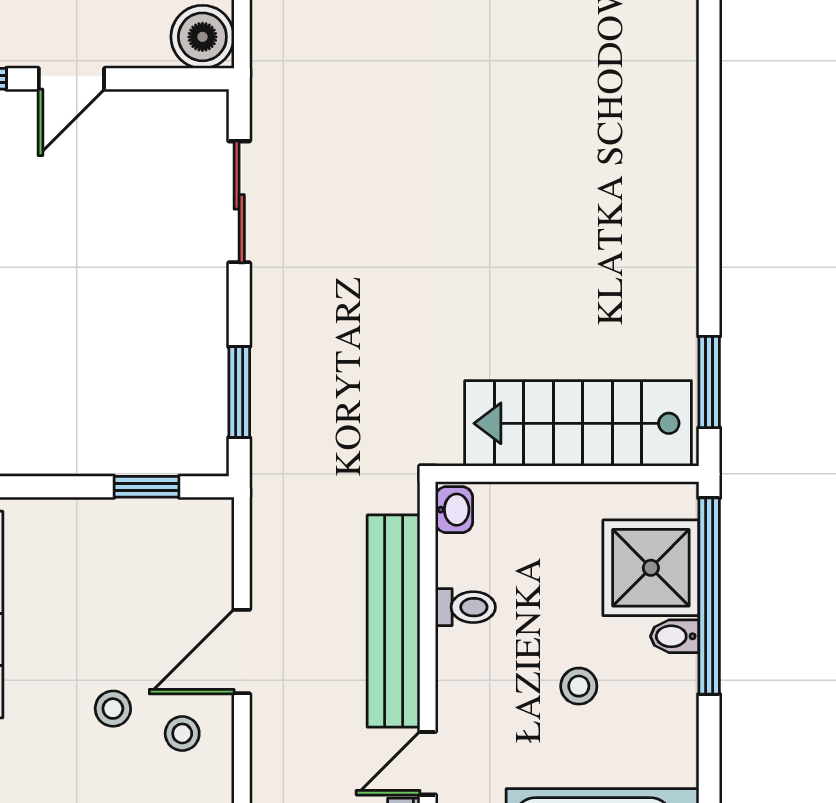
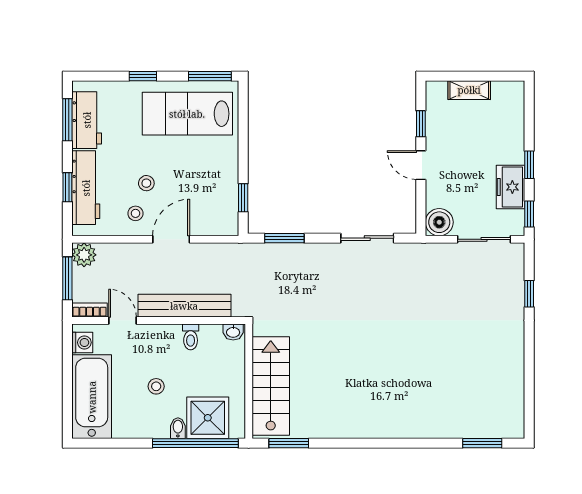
door: (242, 652) -> (171, 239), hinge flipped

